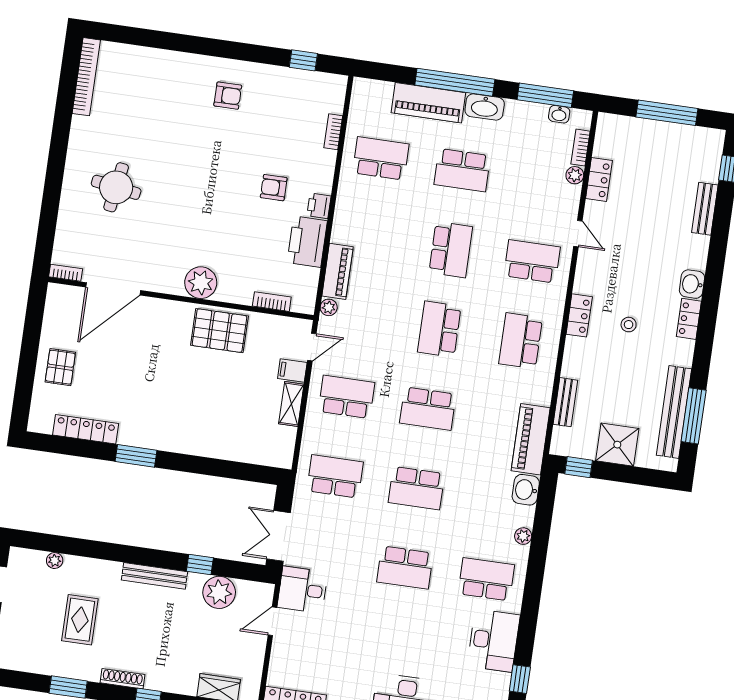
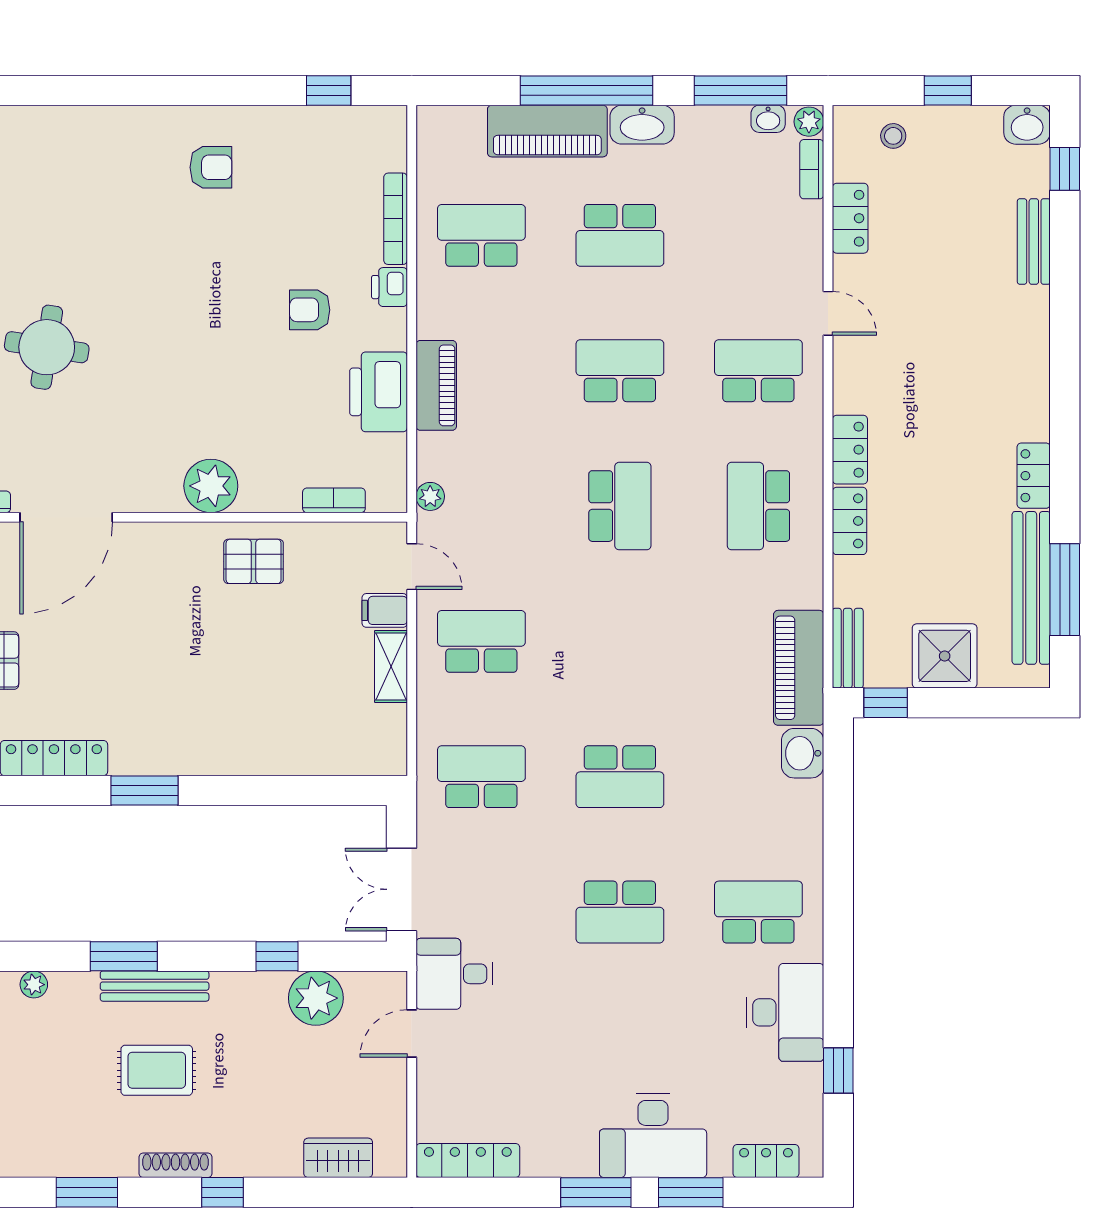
window: (667, 113) -> (948, 90), width x0.46
bookcase: (333, 132) -> (396, 219), width x1.56
plant: (575, 175) -> (809, 122), moved
printer: (319, 206) -> (389, 287), moved
school desk: (451, 250) -> (620, 371), turned -90
piano: (337, 271) -> (436, 385), moved
washbasin: (692, 284) -> (1027, 125), moved, turned -90
locker: (689, 319) -> (1034, 476), moved
stool: (629, 325) -> (893, 136), moved
school desk: (439, 329) -> (620, 506), turned 180
pallet: (219, 331) -> (254, 561), width x0.67, depth x0.71
door: (312, 347) -> (412, 567), hinge flipped
locker: (573, 357) -> (850, 521), added
bench: (565, 402) -> (848, 648), moved
school desk: (428, 409) -> (620, 641), removed
plant: (523, 536) -> (810, 831), removed
window: (110, 552) -> (124, 956), added
bench: (154, 576) -> (155, 986), moved
rug: (80, 620) -> (157, 1070), moved, turned 90

